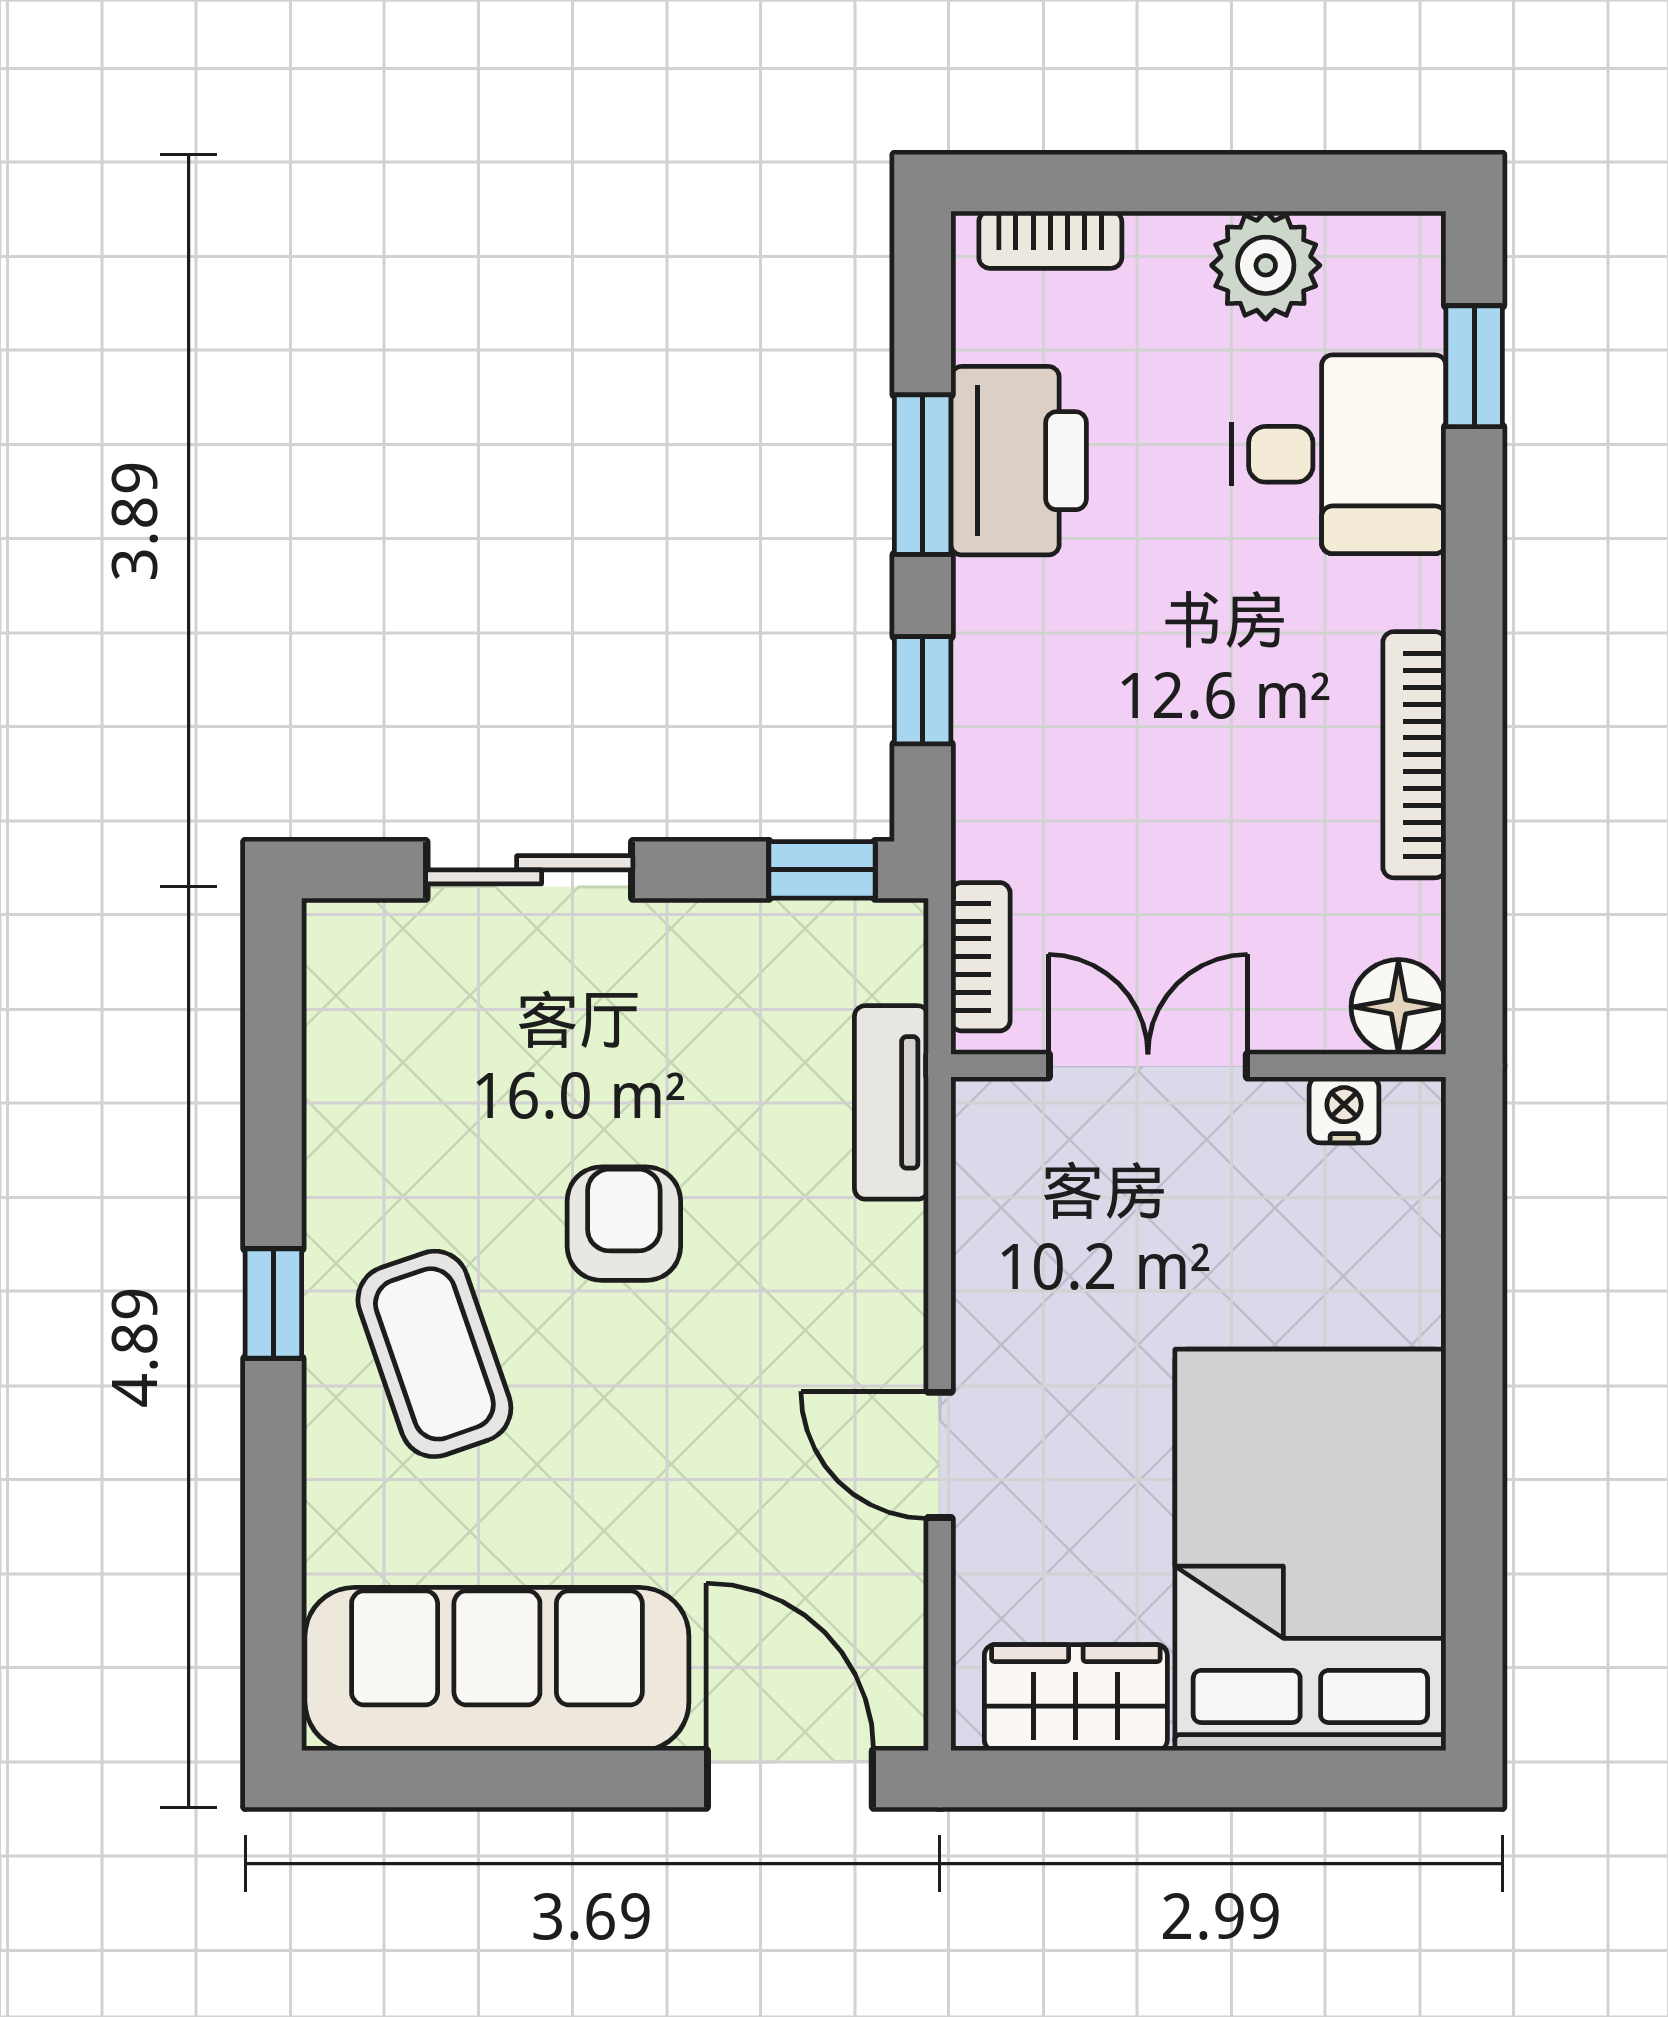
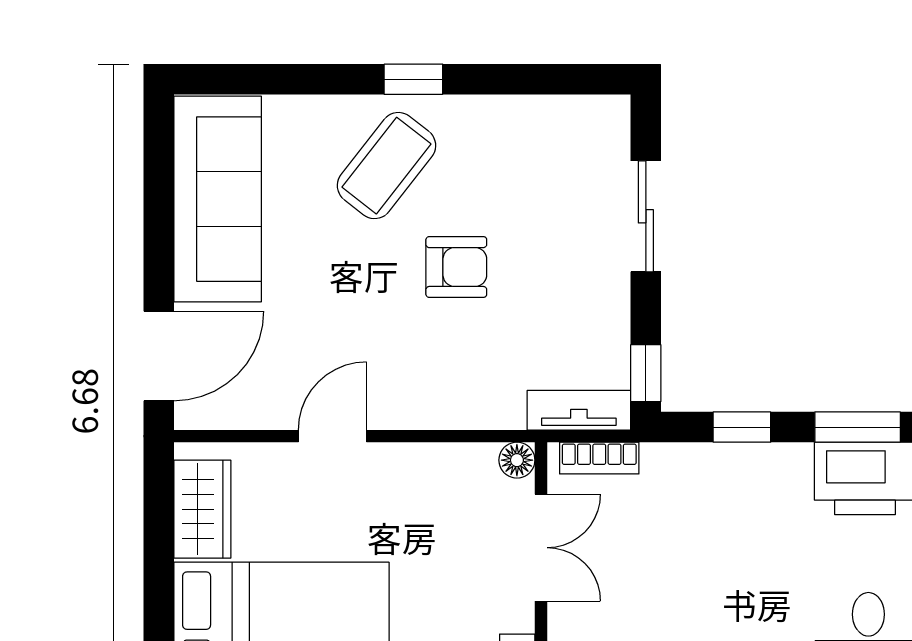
tv unit: (891, 1102) -> (579, 410), moved
floor lamp: (984, 1110) -> (517, 460), added
coffee table: (434, 1354) -> (387, 166), turned -33

